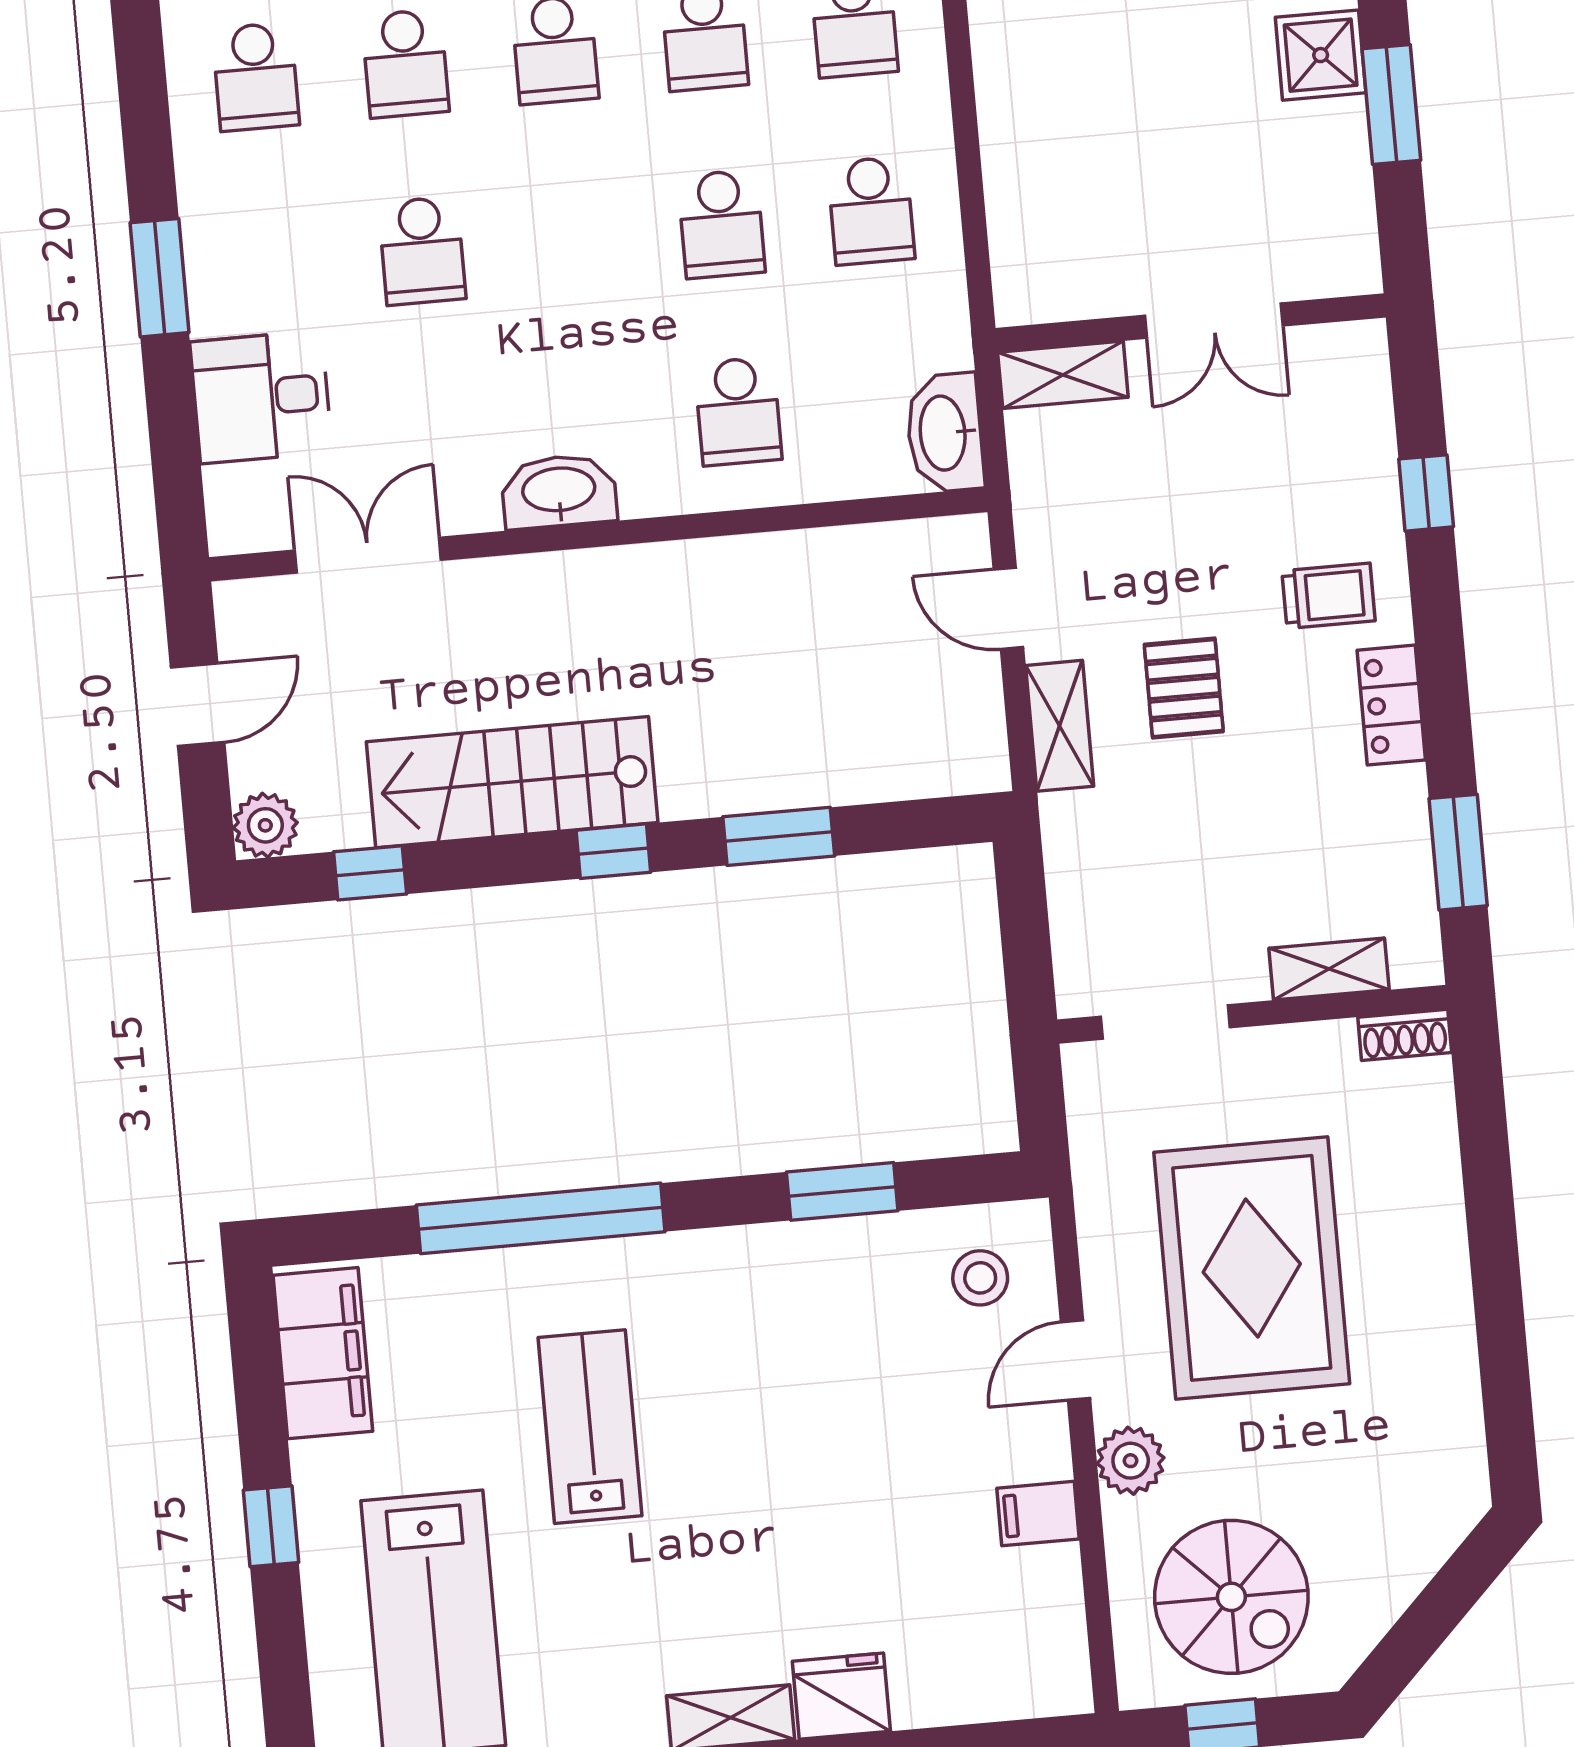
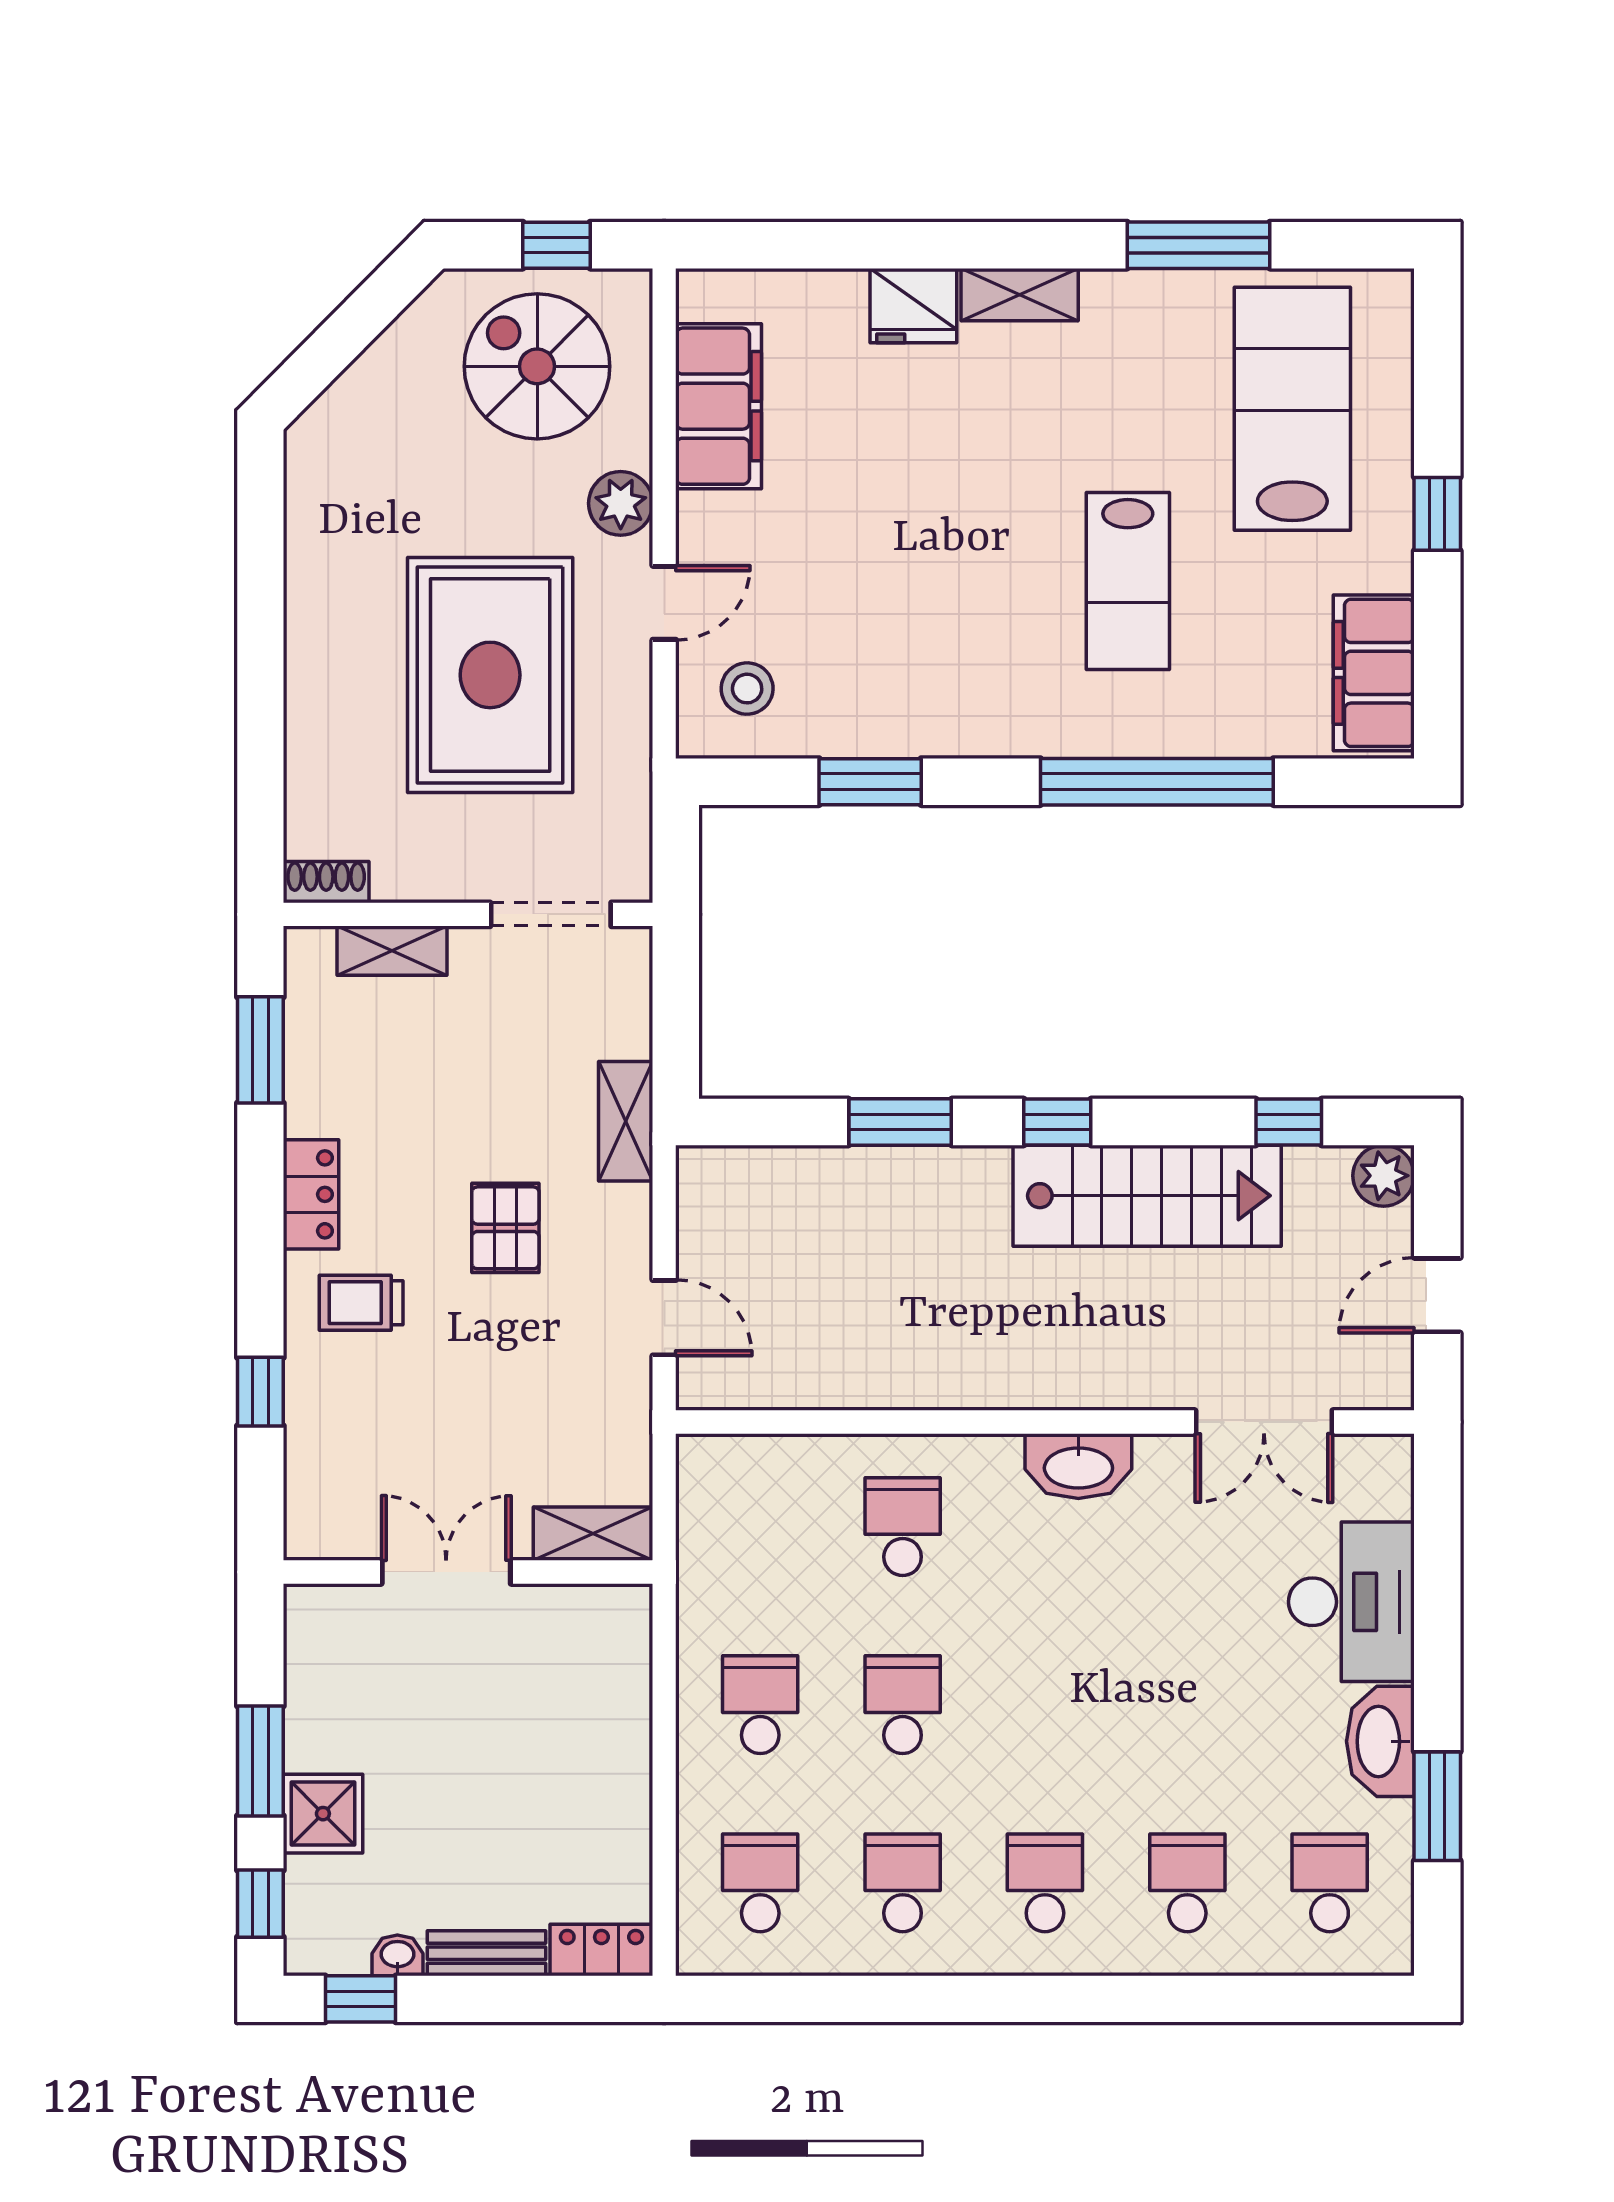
school desk: (422, 251) -> (1187, 1705), removed
window: (160, 278) -> (1437, 1806), moved
desk: (261, 397) -> (1351, 1602), width x1.37
washbasin: (945, 433) -> (1380, 1741), moved, turned 180
shelving: (1060, 726) -> (626, 1121), moved
filing cabinet: (1038, 1514) -> (719, 406), width x3.00, depth x1.17

